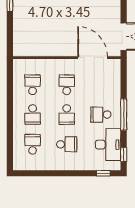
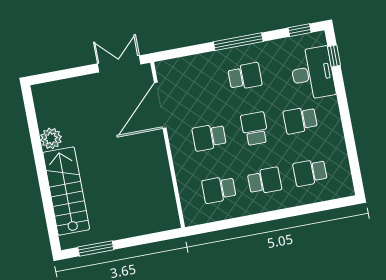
school desk: (67, 115) -> (255, 129), turned -90
school desk: (101, 115) -> (245, 76), turned -90
school desk: (67, 144) -> (300, 120), turned -90
desk: (108, 145) -> (313, 73), moved, turned 90

